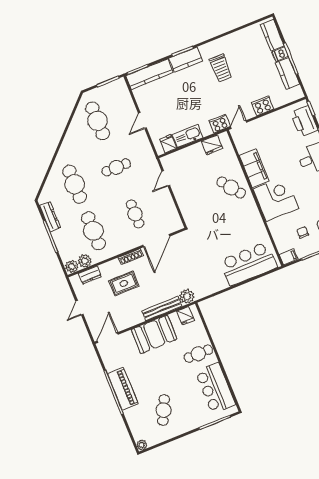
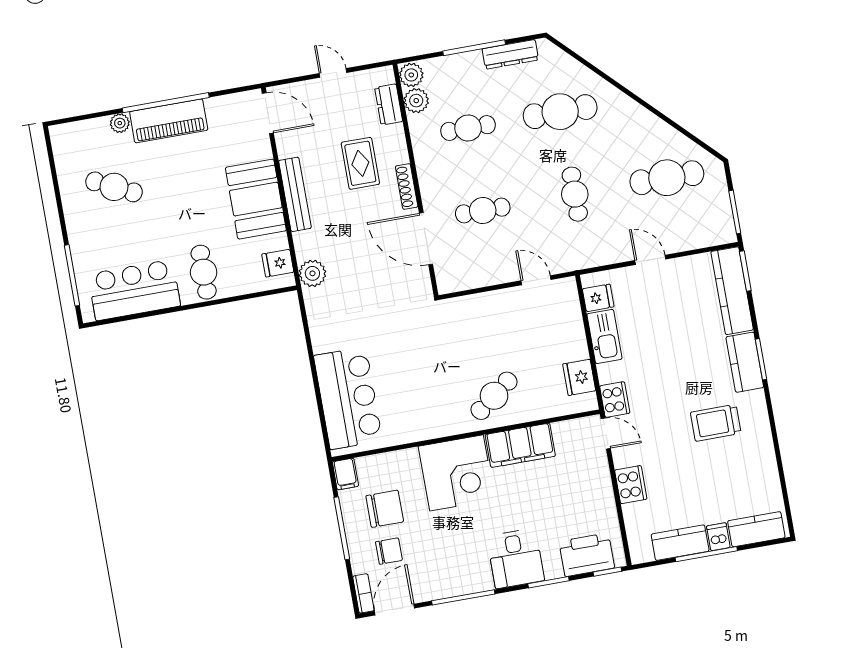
cafe table: (93, 231) -> (468, 128), width x0.73, depth x0.74
chair: (303, 232) -> (385, 509), width x1.87, depth x1.87
bench: (162, 308) -> (295, 194), moved
plant: (142, 445) -> (120, 123), moved

